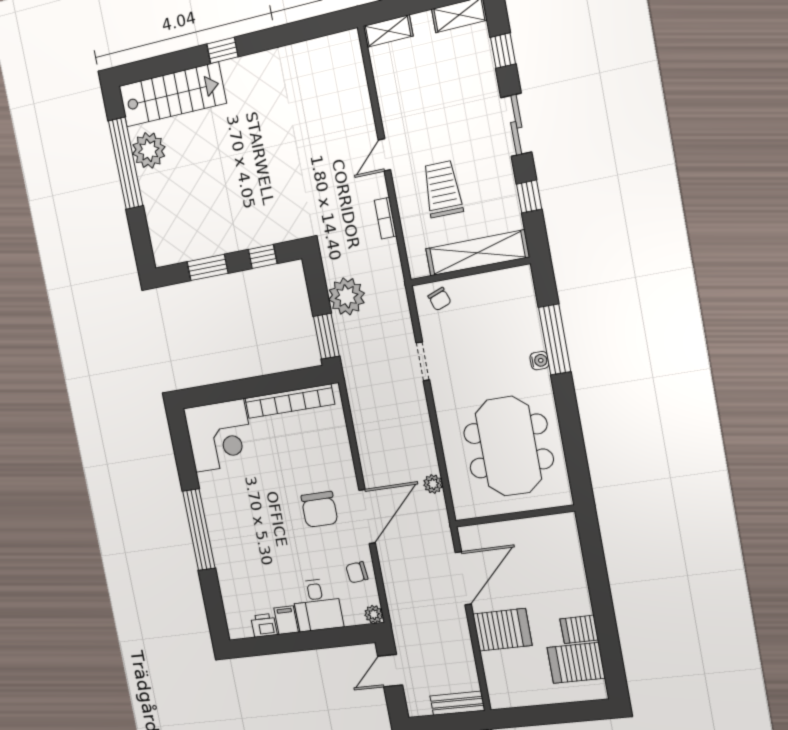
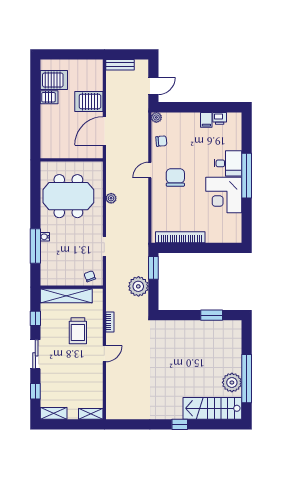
window: (263, 256) -> (180, 315), removed
corner desk: (219, 436) -> (224, 195), moved, turned -90
meeting table: (508, 446) -> (68, 196), turned 90
plant: (433, 484) -> (111, 198), moved
door: (367, 517) -> (150, 170), width x0.53
desk: (317, 605) -> (228, 163), moved, turned 90

